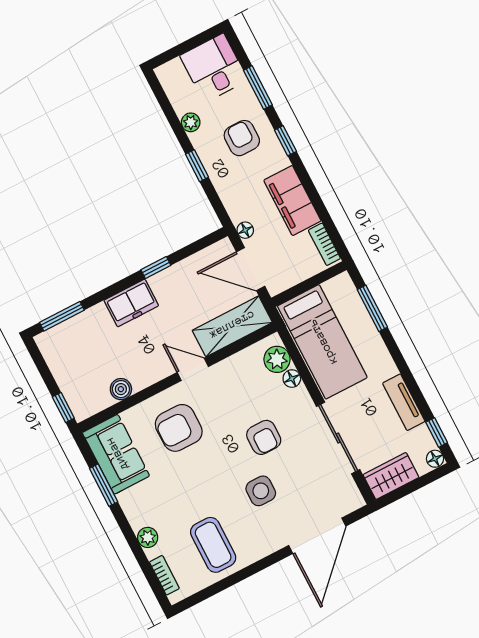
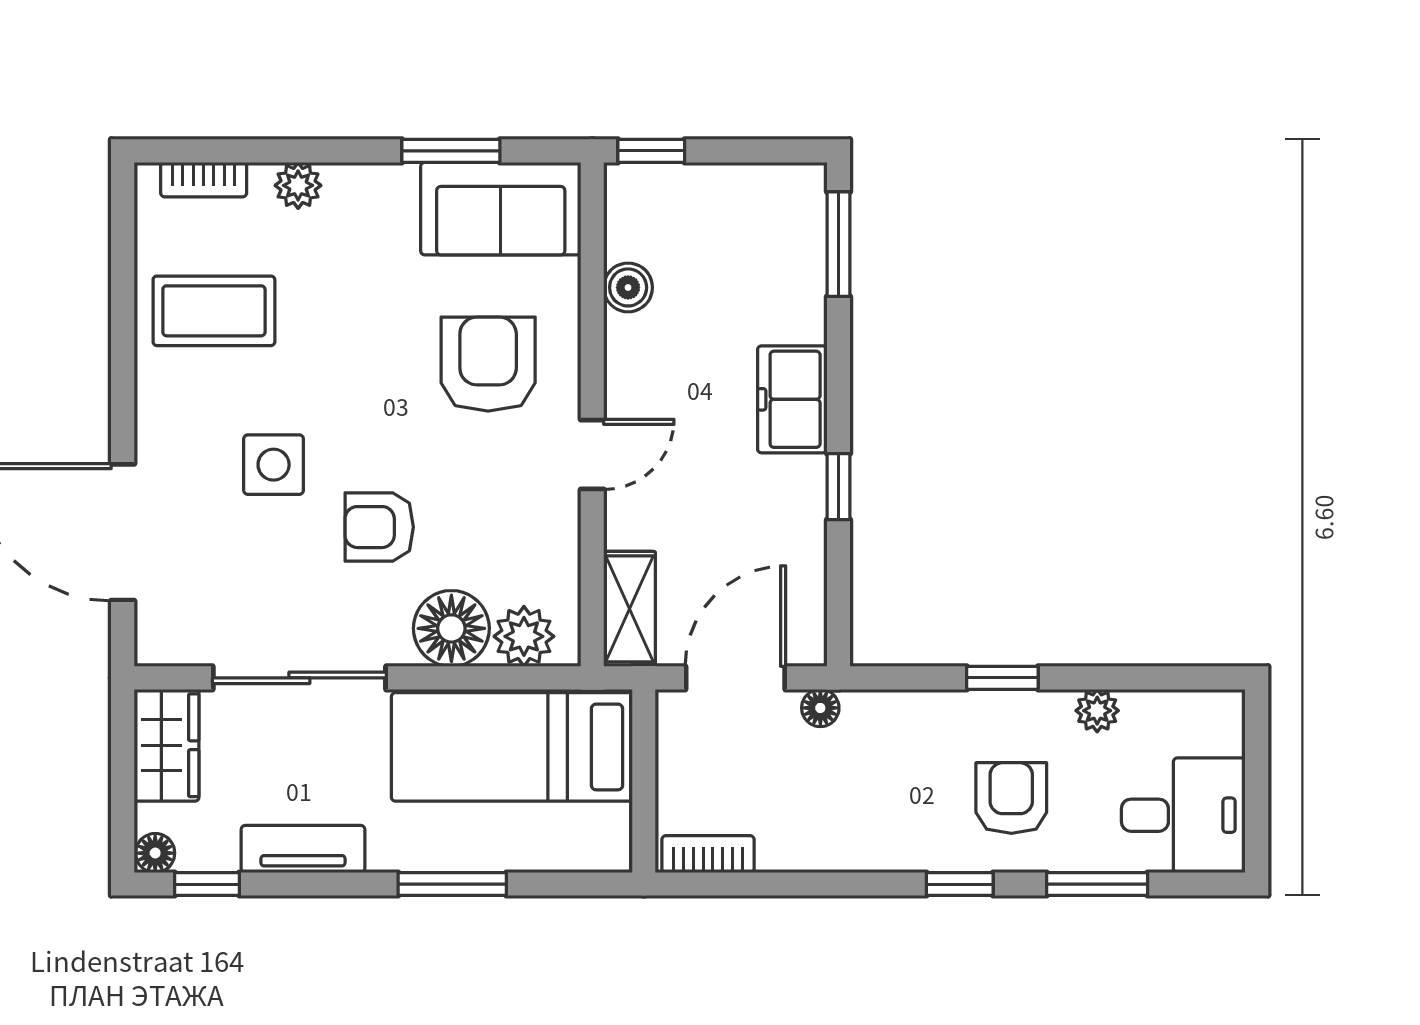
armchair: (242, 138) -> (1011, 798), turned -90
filing cabinet: (292, 201) -> (831, 835), removed
window: (372, 308) -> (452, 884), moved
shelving: (232, 326) -> (630, 609), width x0.67, depth x0.75
floor lamp: (292, 379) -> (451, 628), width x1.89, depth x1.89

